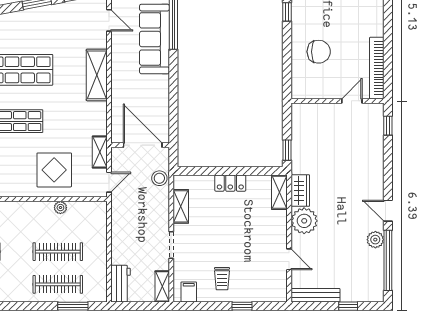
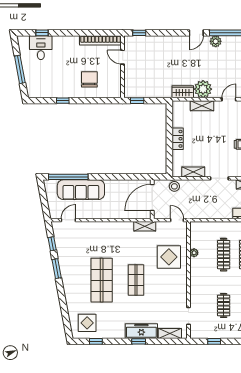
shelving: (97, 75) -> (105, 228), removed
window: (287, 150) -> (137, 101), moved
shelving: (100, 152) -> (145, 226), moved
shelving: (279, 192) -> (202, 106), moved

